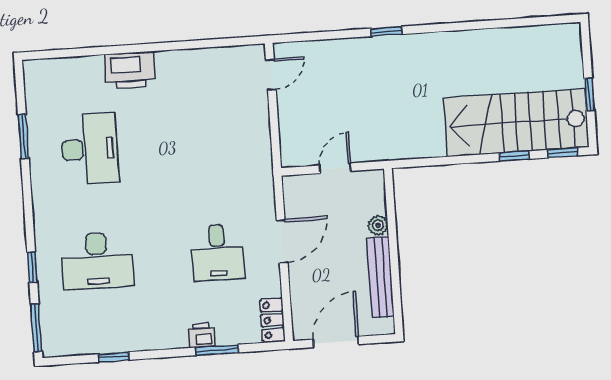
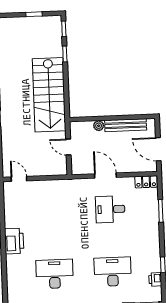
printer: (130, 70) -> (14, 241), moved
stairs: (516, 122) -> (49, 95), moved
desk: (218, 253) -> (110, 209), turned 180
desk: (97, 261) -> (113, 272), turned -90
printer: (201, 335) -> (155, 279), moved

